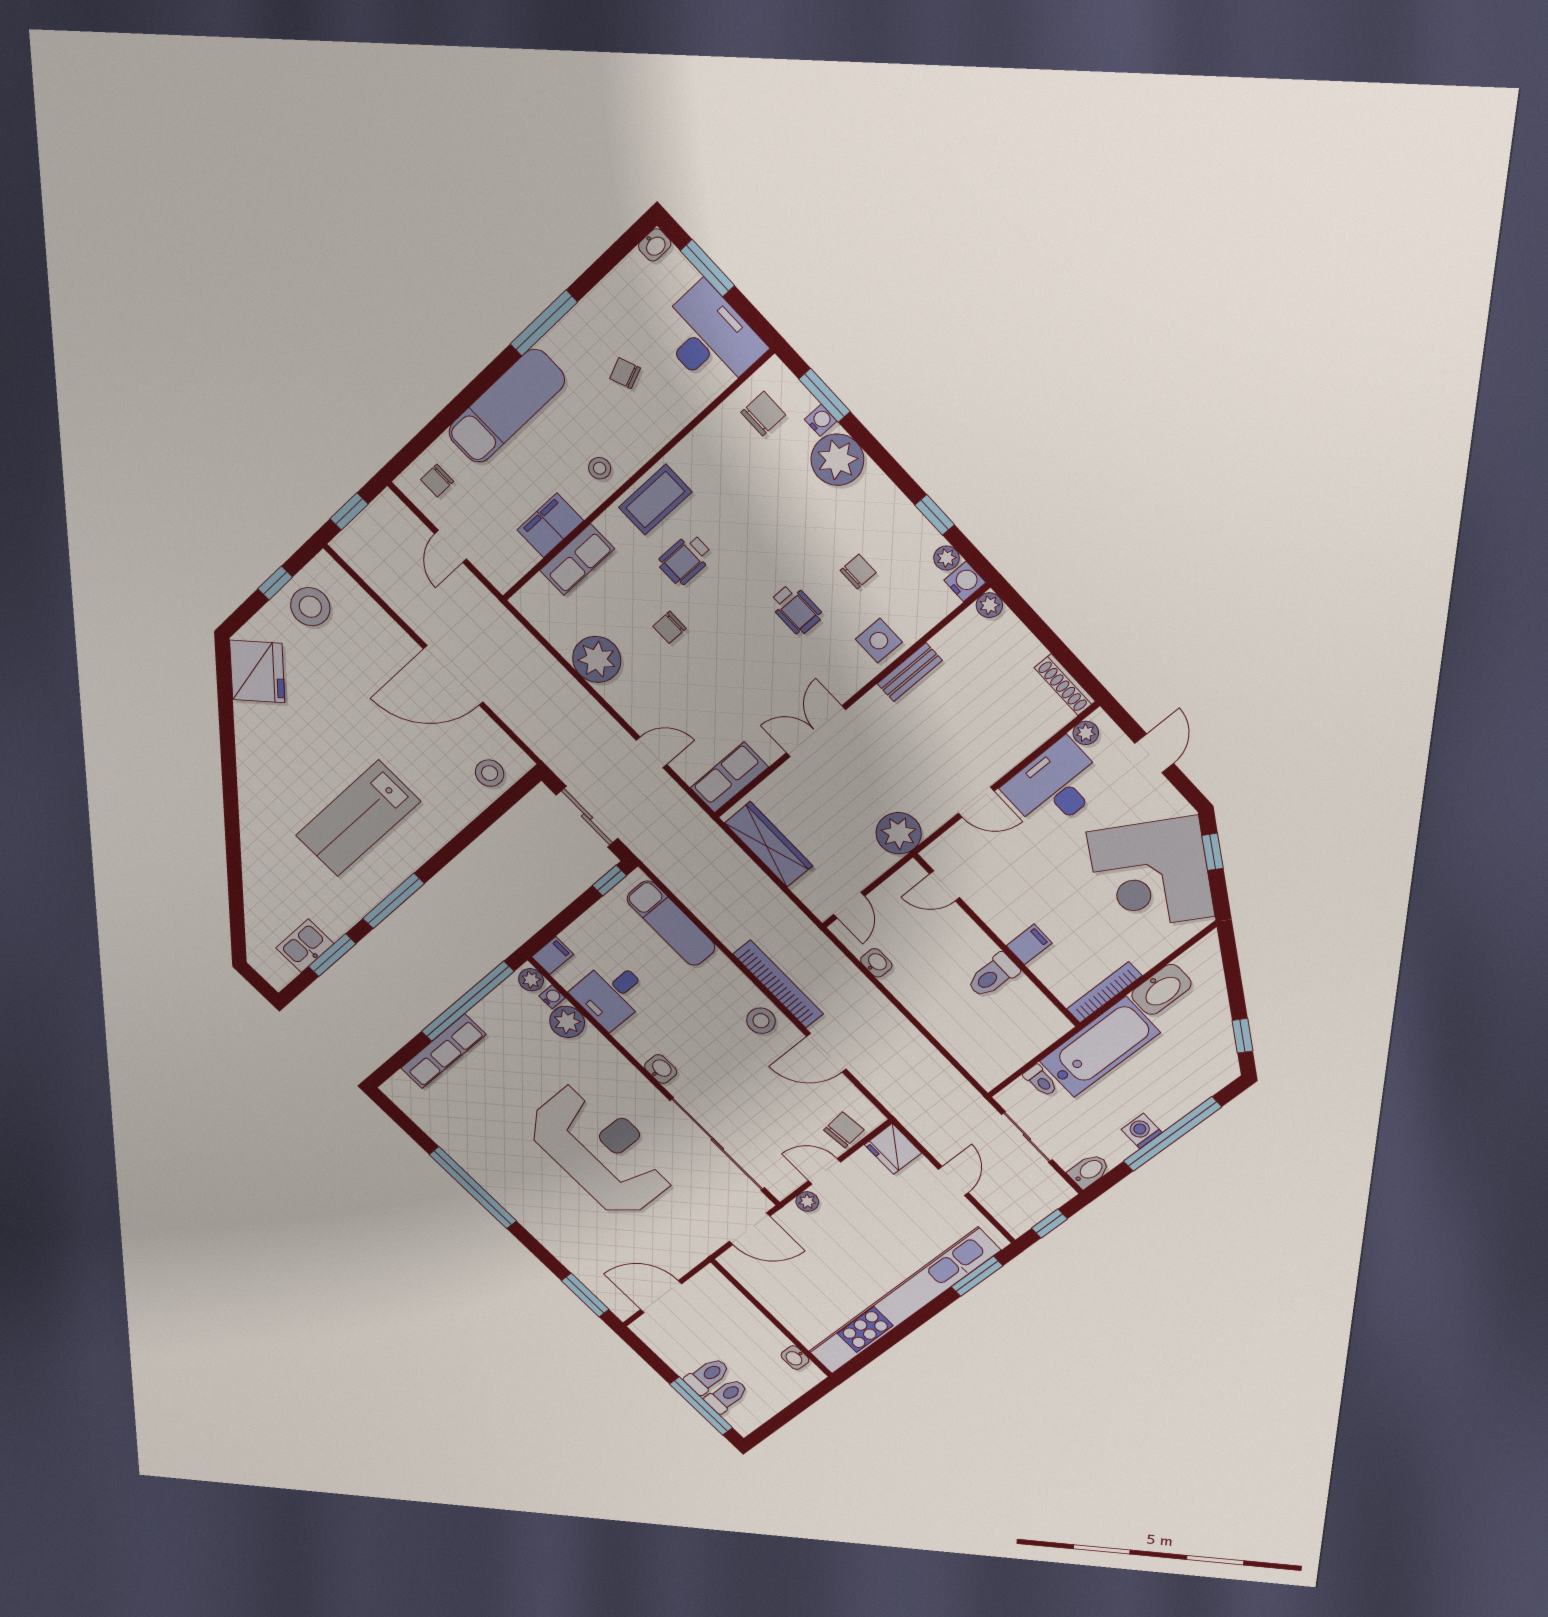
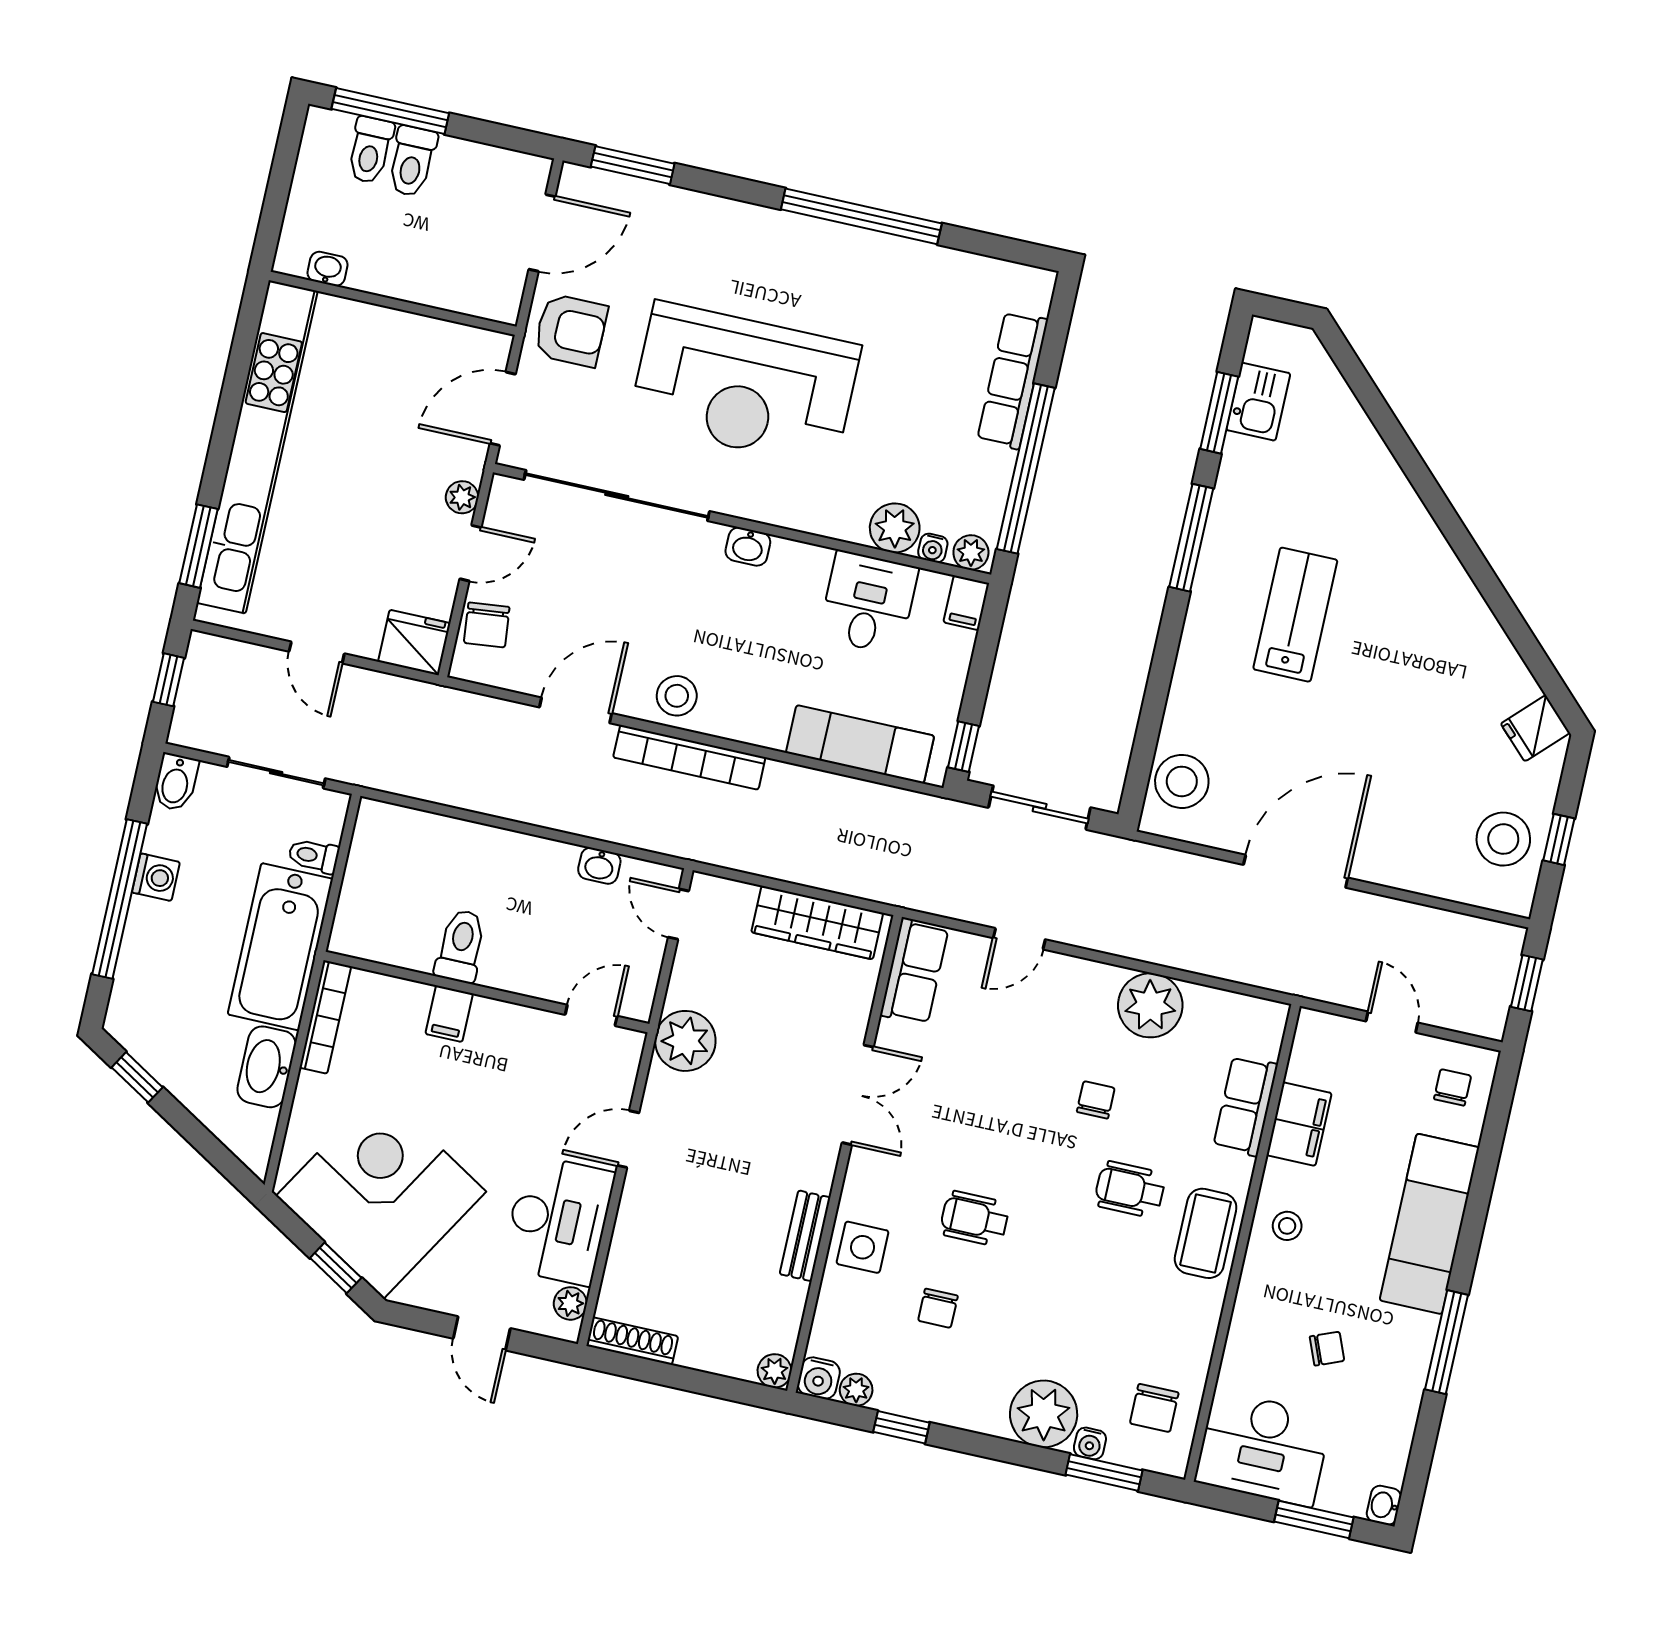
wheelchair: (685, 559) -> (1130, 1189), turned -90
fridge: (257, 672) -> (1535, 728), width x0.53, depth x0.75
stool: (490, 773) -> (1182, 781), width x1.38, depth x1.38
lab bench: (358, 818) -> (1295, 615), width x0.73, depth x0.72
armchair: (681, 1241) -> (571, 330), added

